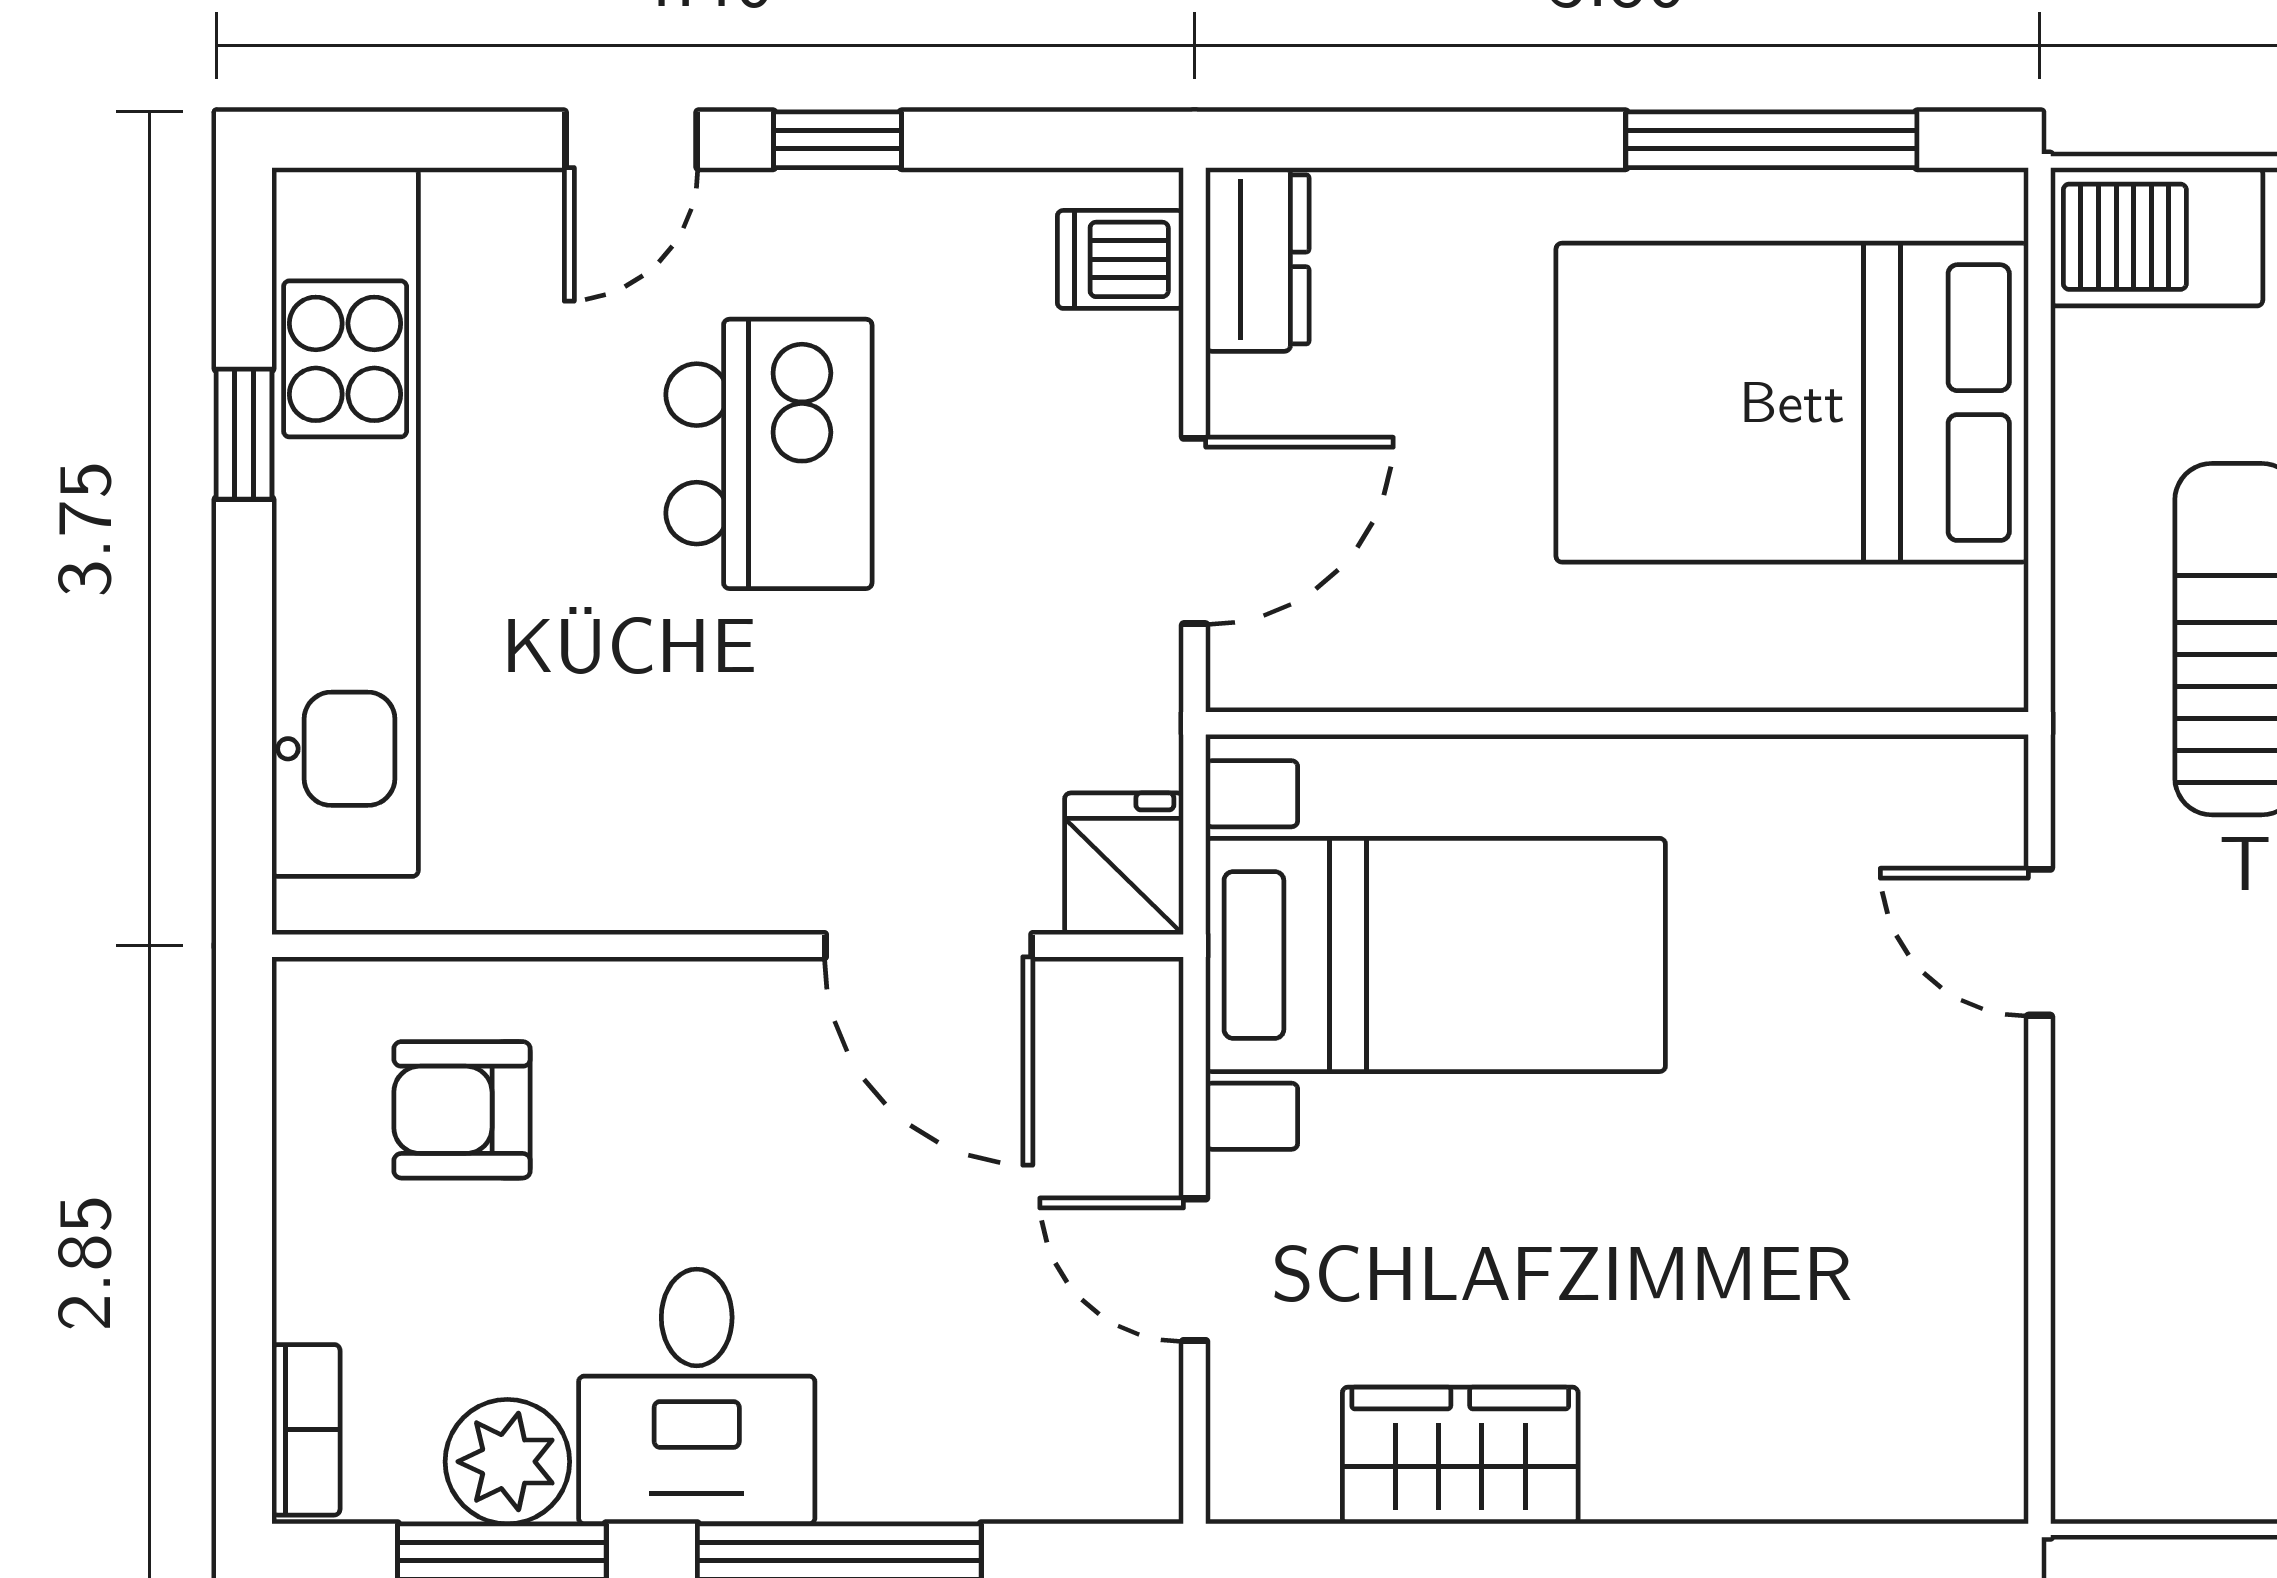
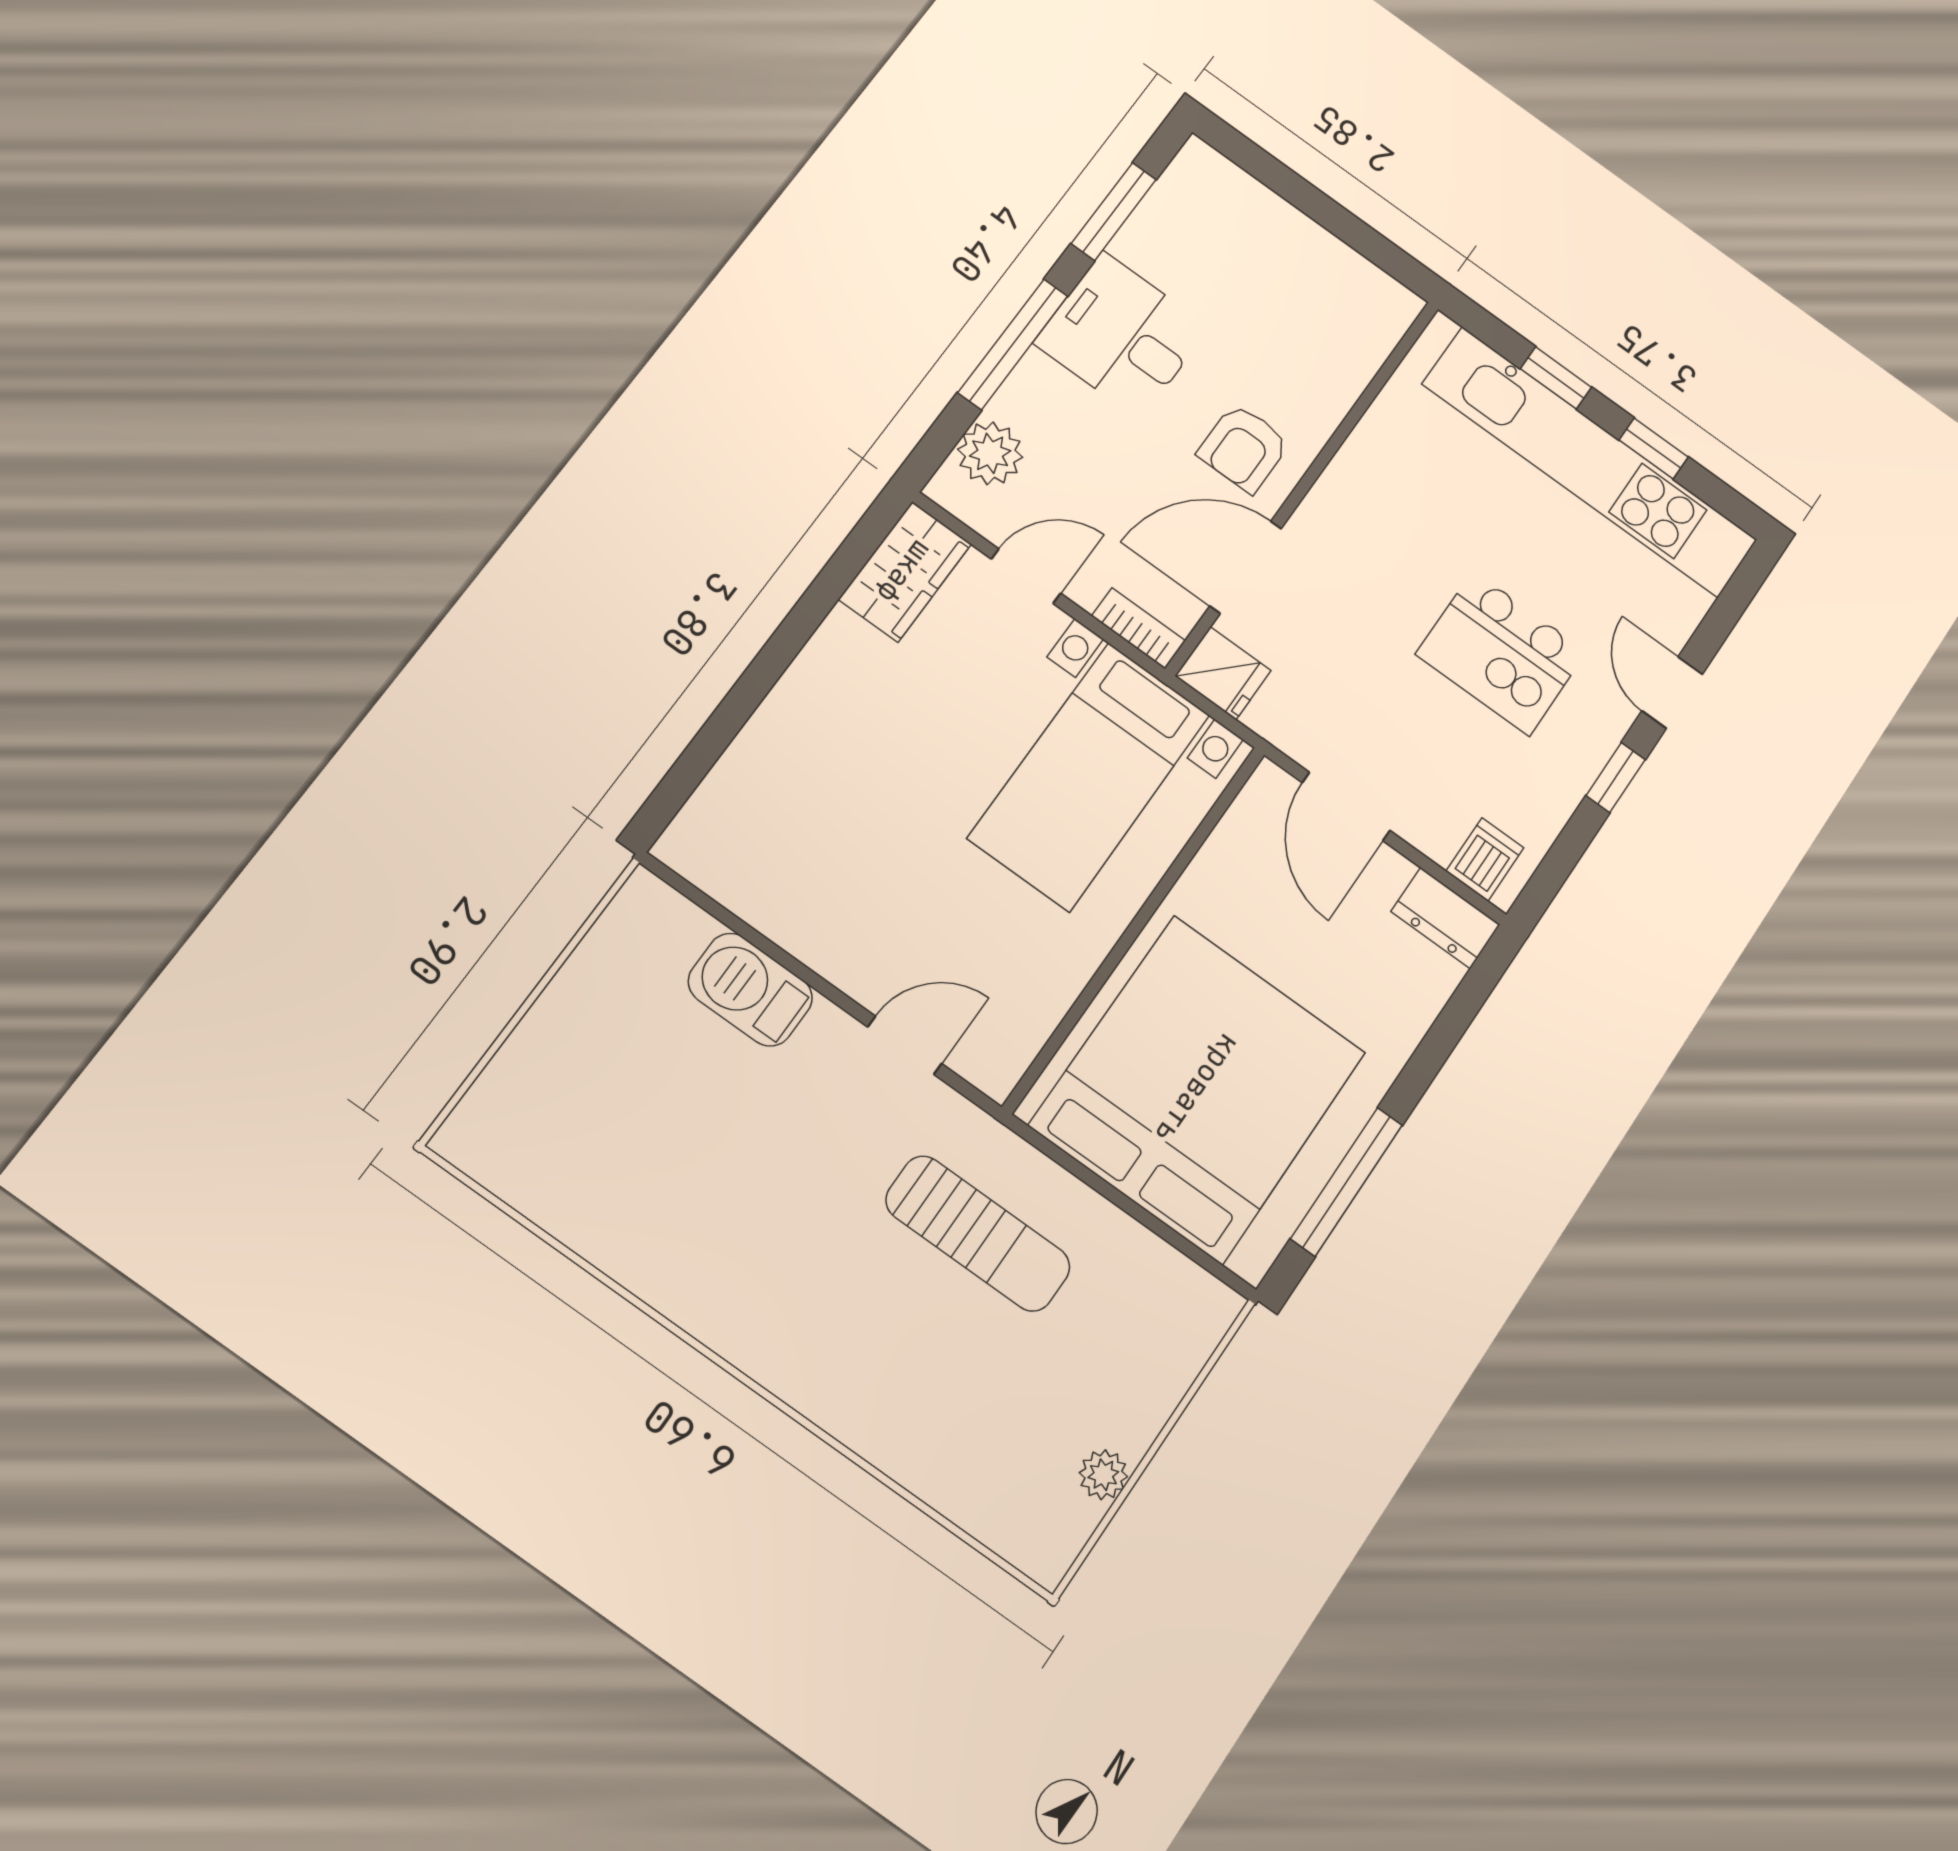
barbecue: (2157, 237) -> (750, 990), moved, turned -90
bed: (1792, 403) -> (1198, 1089), width x1.36
window: (244, 669) -> (1556, 378), added
armchair: (462, 1110) -> (1244, 448), moved, turned 180
bookcase: (306, 1430) -> (1138, 628), moved, turned 180
wardrobe: (1460, 1455) -> (905, 572), moved
plant: (507, 1462) -> (990, 453), moved

